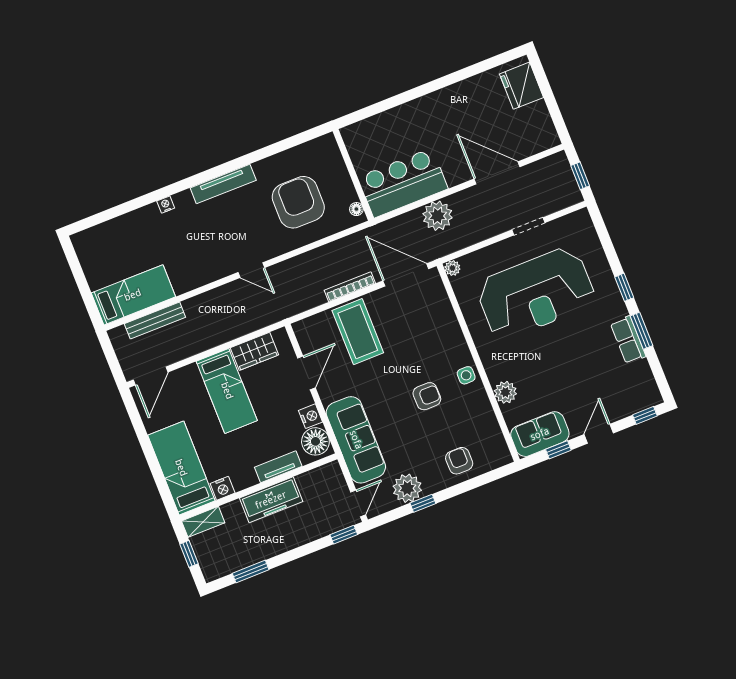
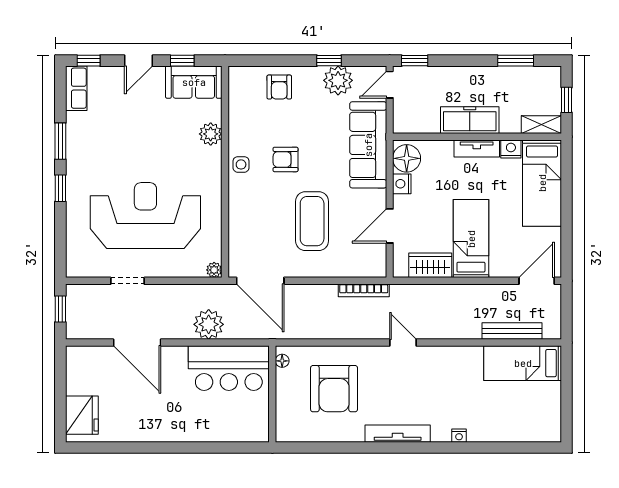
bookcase: (350, 287) -> (364, 290), moved
coffee table: (358, 332) -> (312, 221), moved
row of seats: (628, 340) -> (76, 88), moved
tv unit: (278, 467) -> (477, 148), moved

